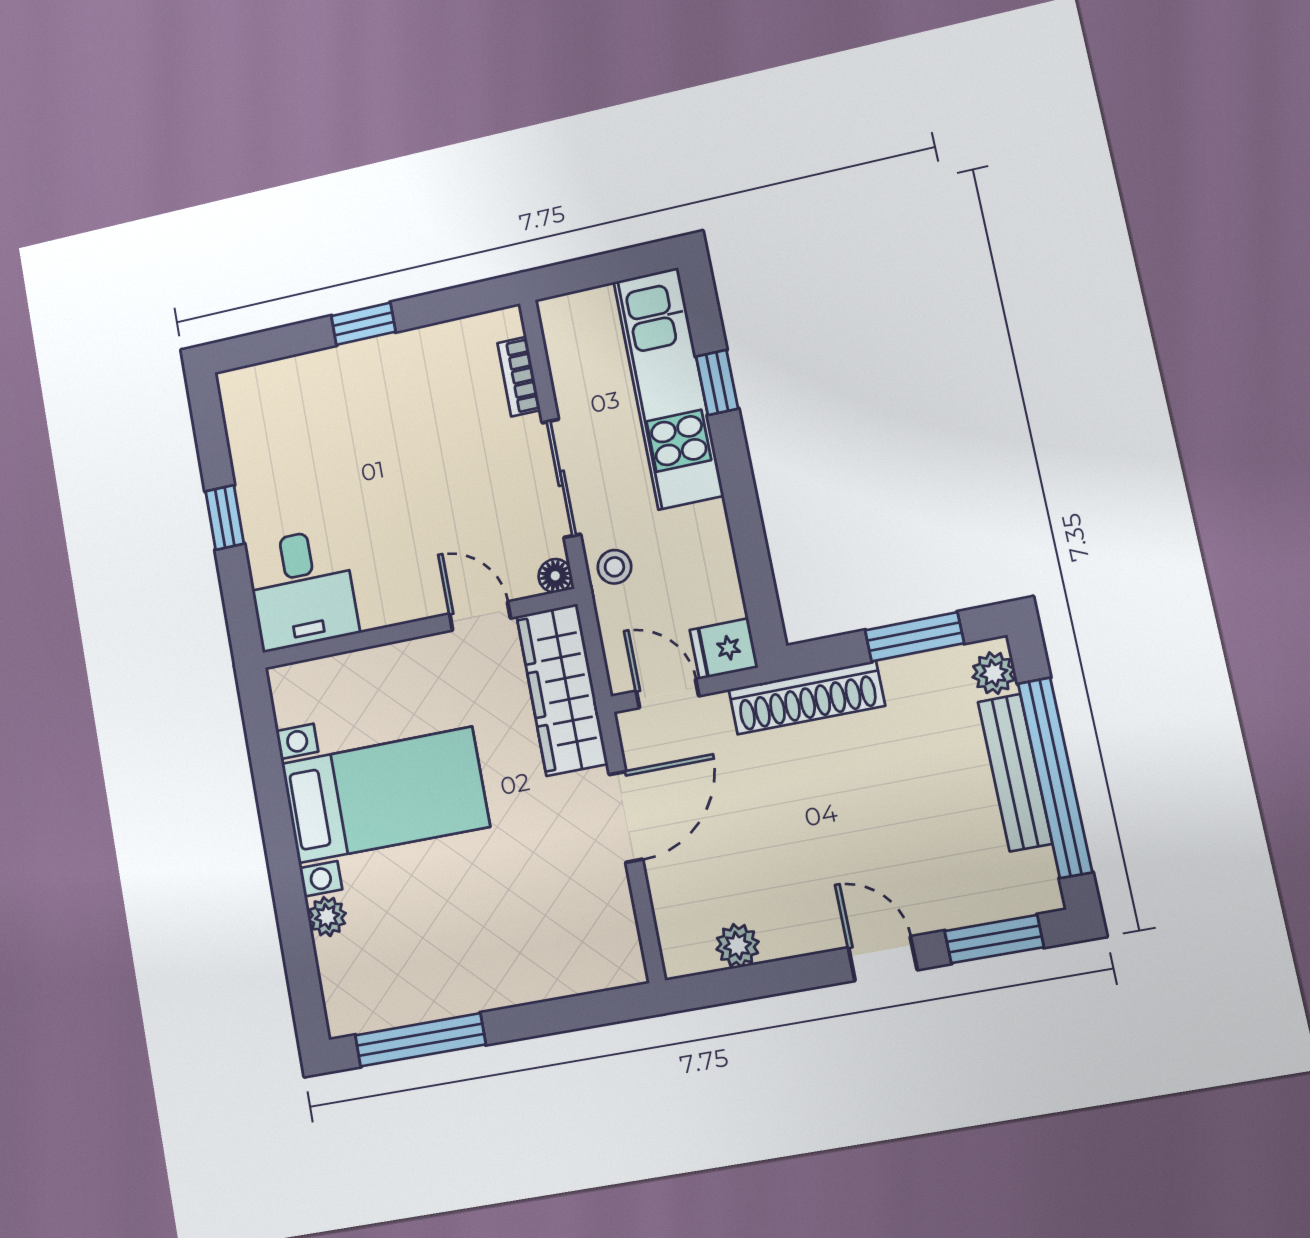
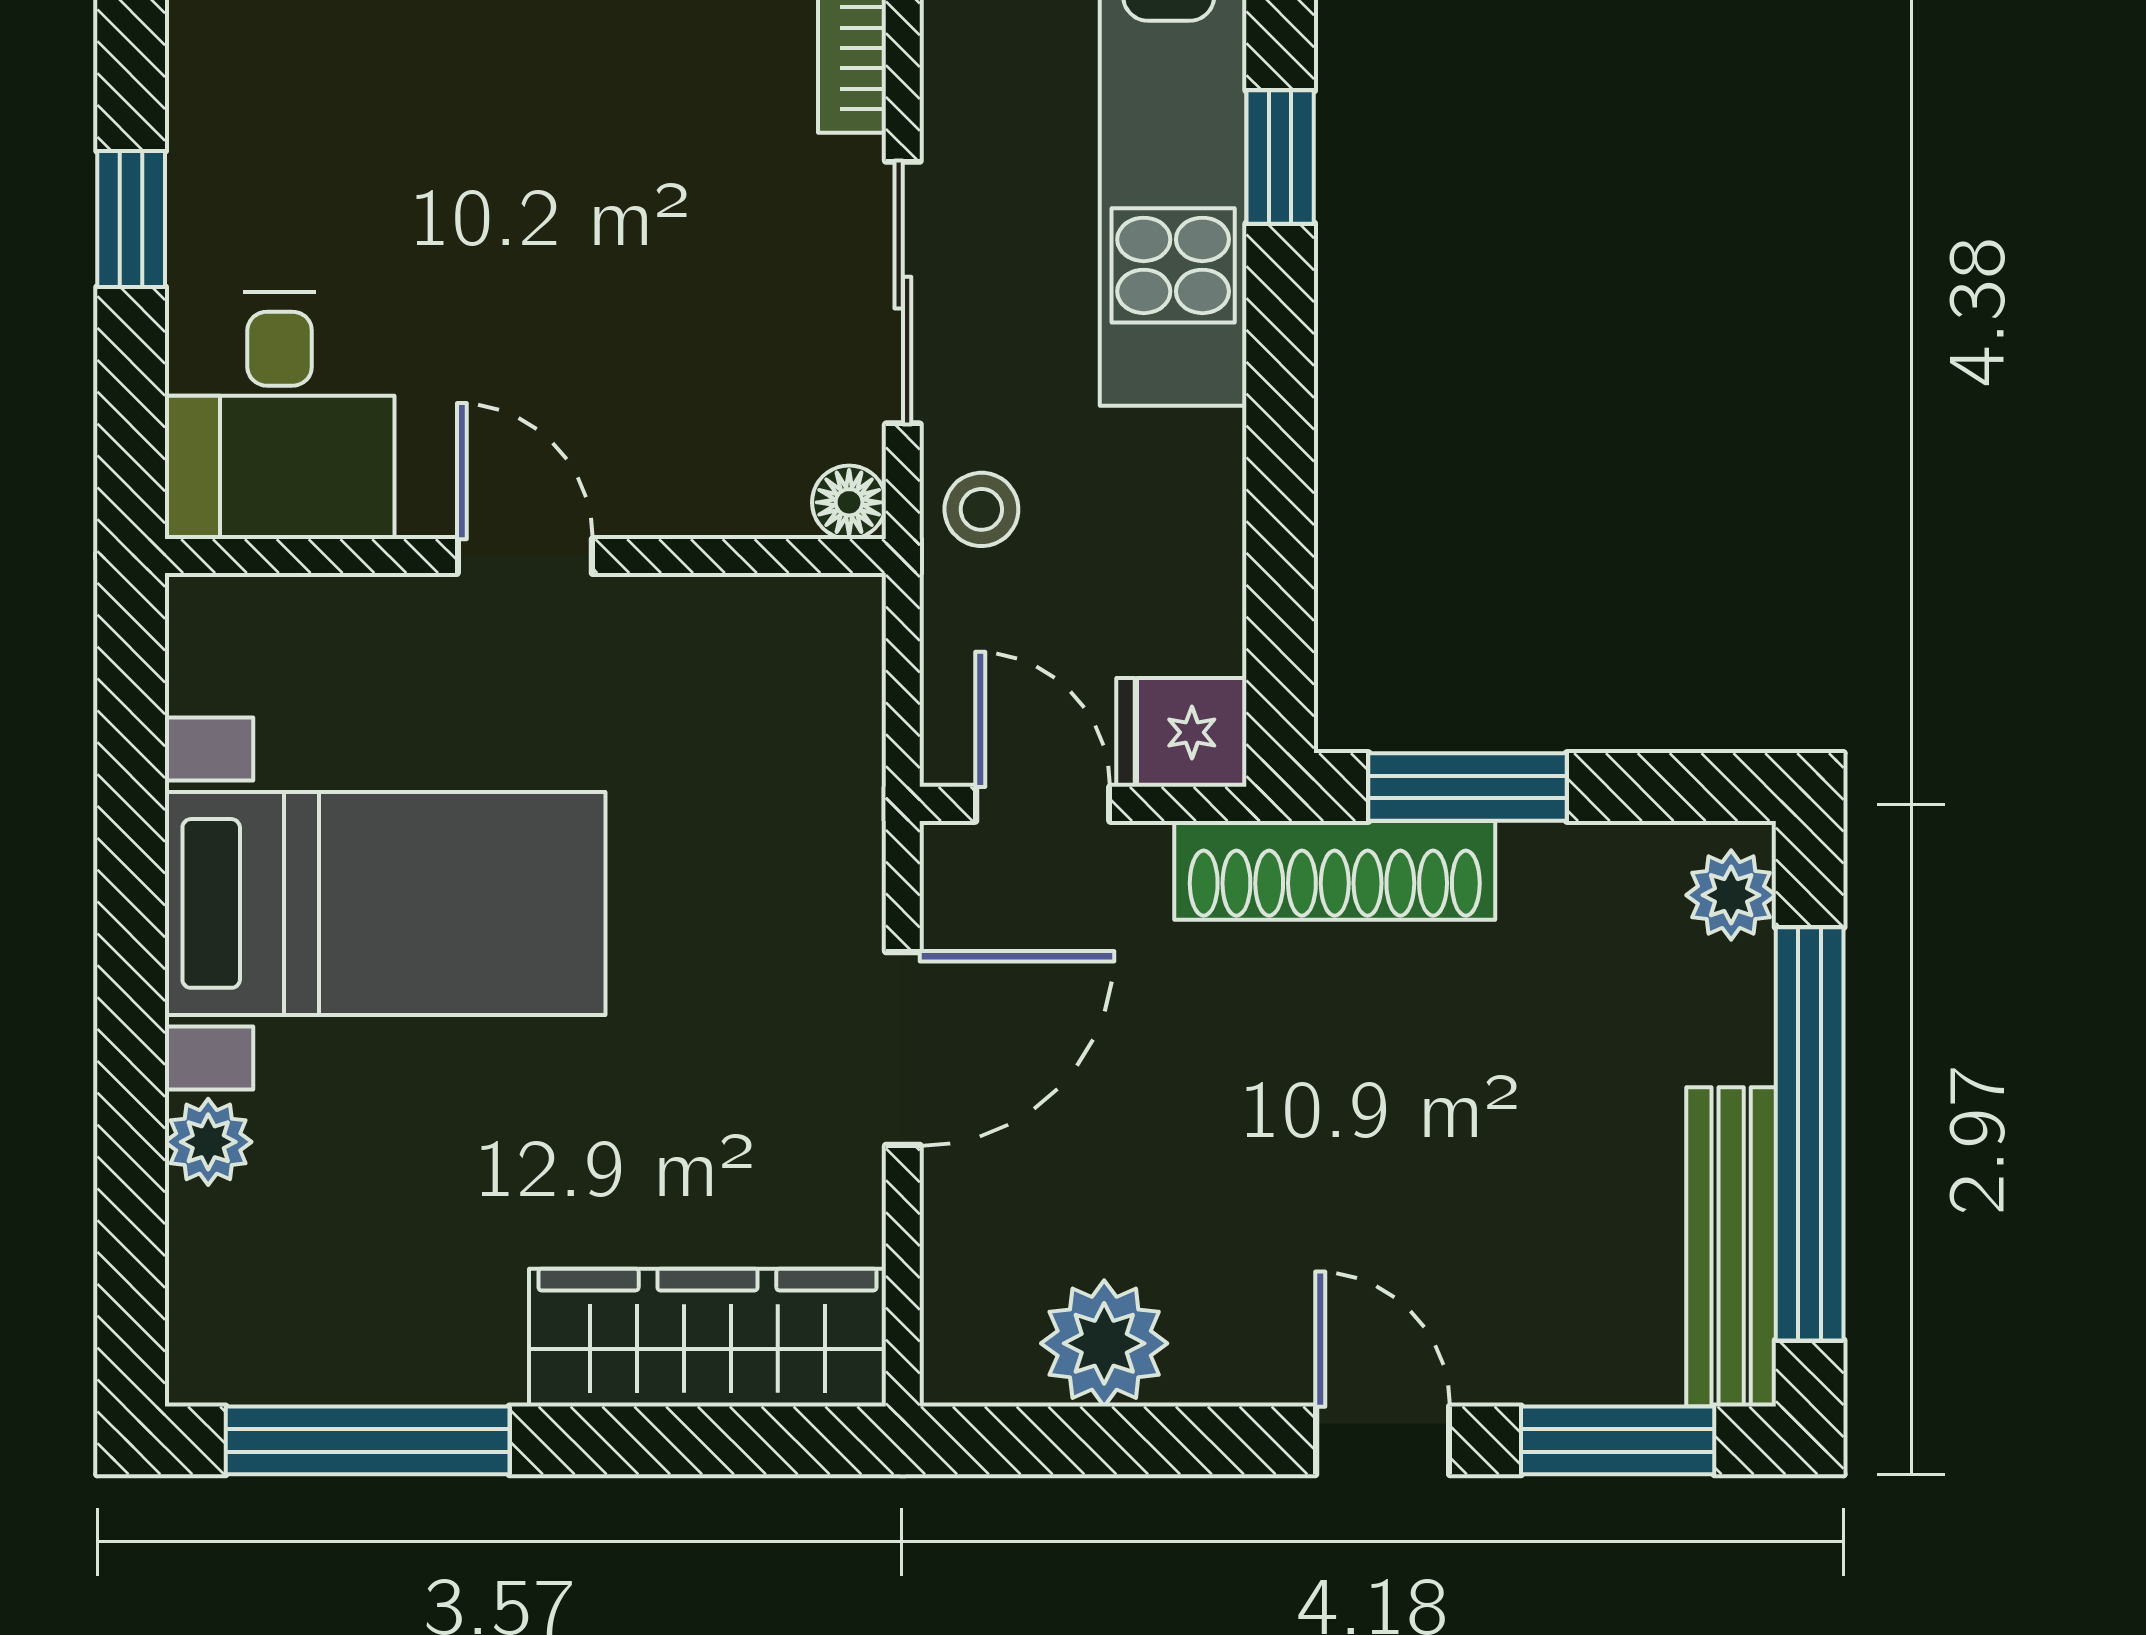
door: (480, 616) -> (525, 556), moved
window: (914, 637) -> (1468, 787), moved
wardrobe: (562, 690) -> (708, 1338), moved, turned 90
bench: (1015, 773) -> (1731, 1247), moved
plant: (738, 946) -> (1104, 1343), width x1.38, depth x1.38

